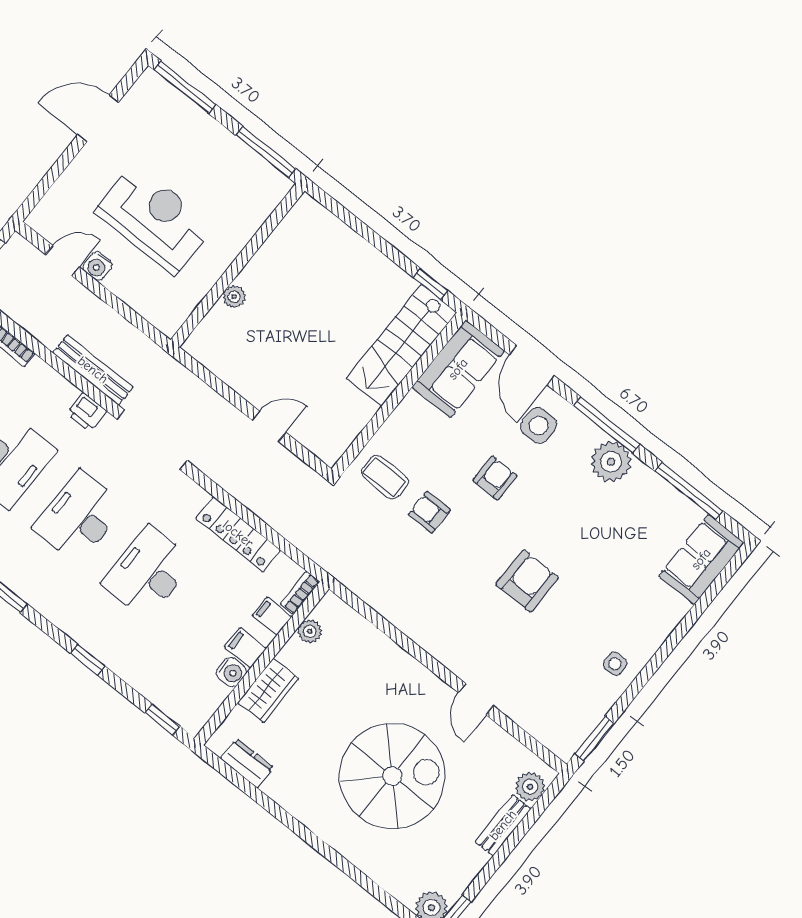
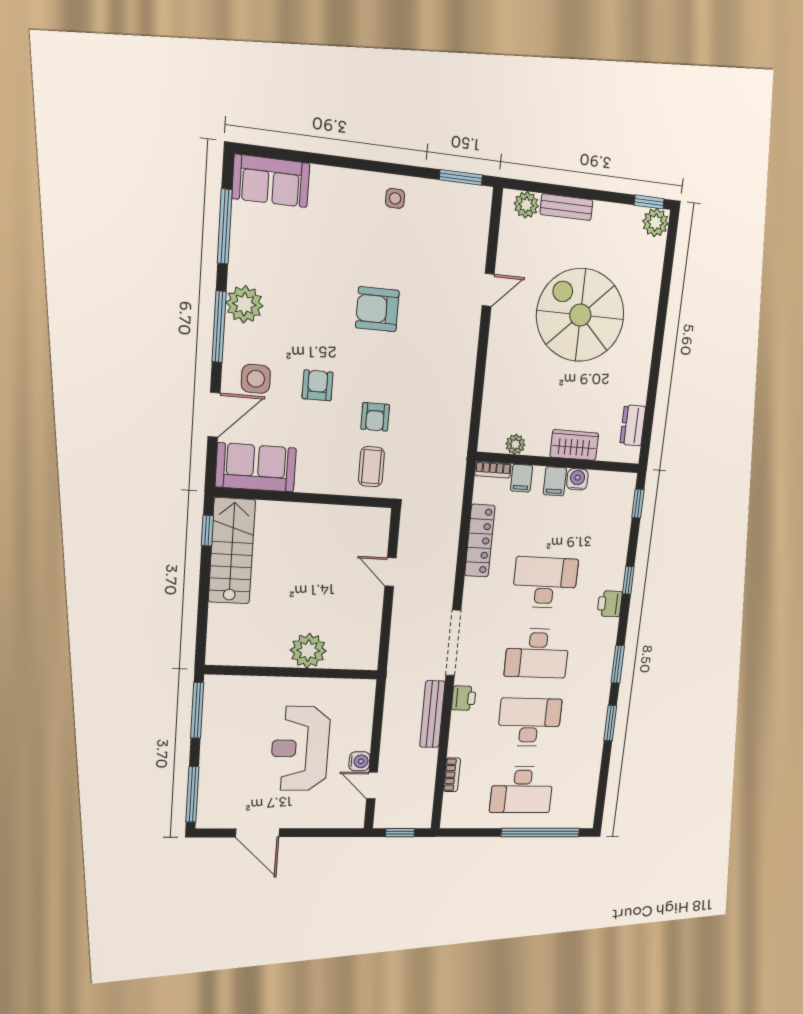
plant: (234, 297) -> (308, 651), width x1.88, depth x1.88
stairs: (402, 345) -> (232, 551), moved, turned -90
armchair: (495, 478) -> (318, 385), turned 90
desk: (148, 572) -> (545, 583), turned 180
printer: (77, 625) -> (610, 604), added

